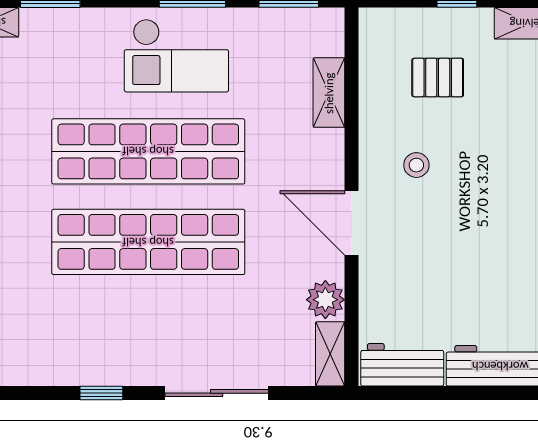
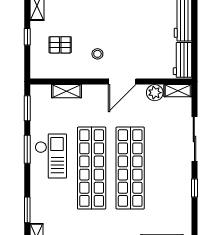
pallet: (438, 77) -> (60, 45), turned 90

